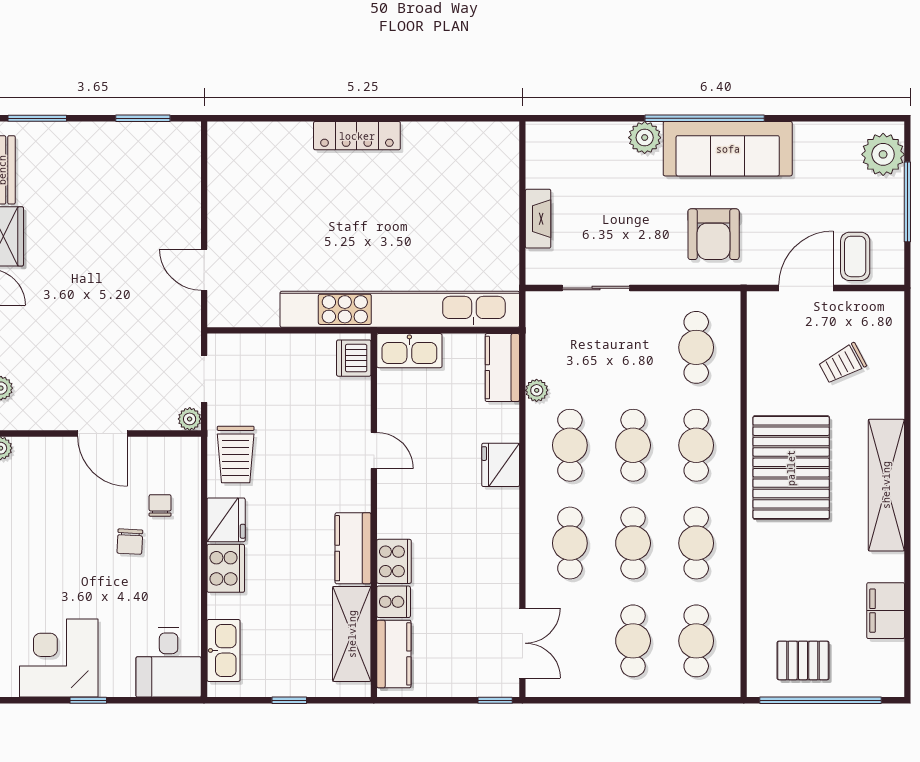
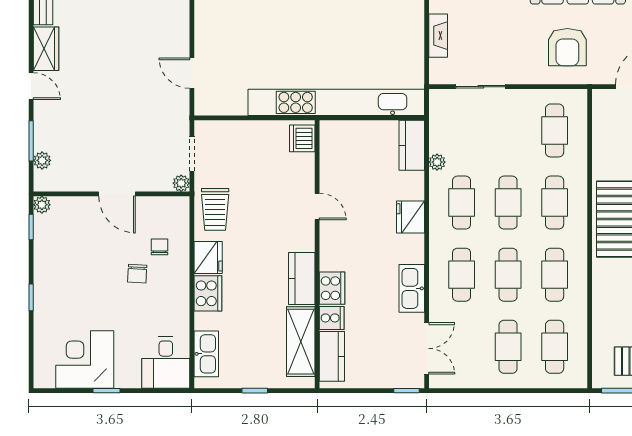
kitchen sink: (409, 351) -> (412, 288), moved, turned 90

